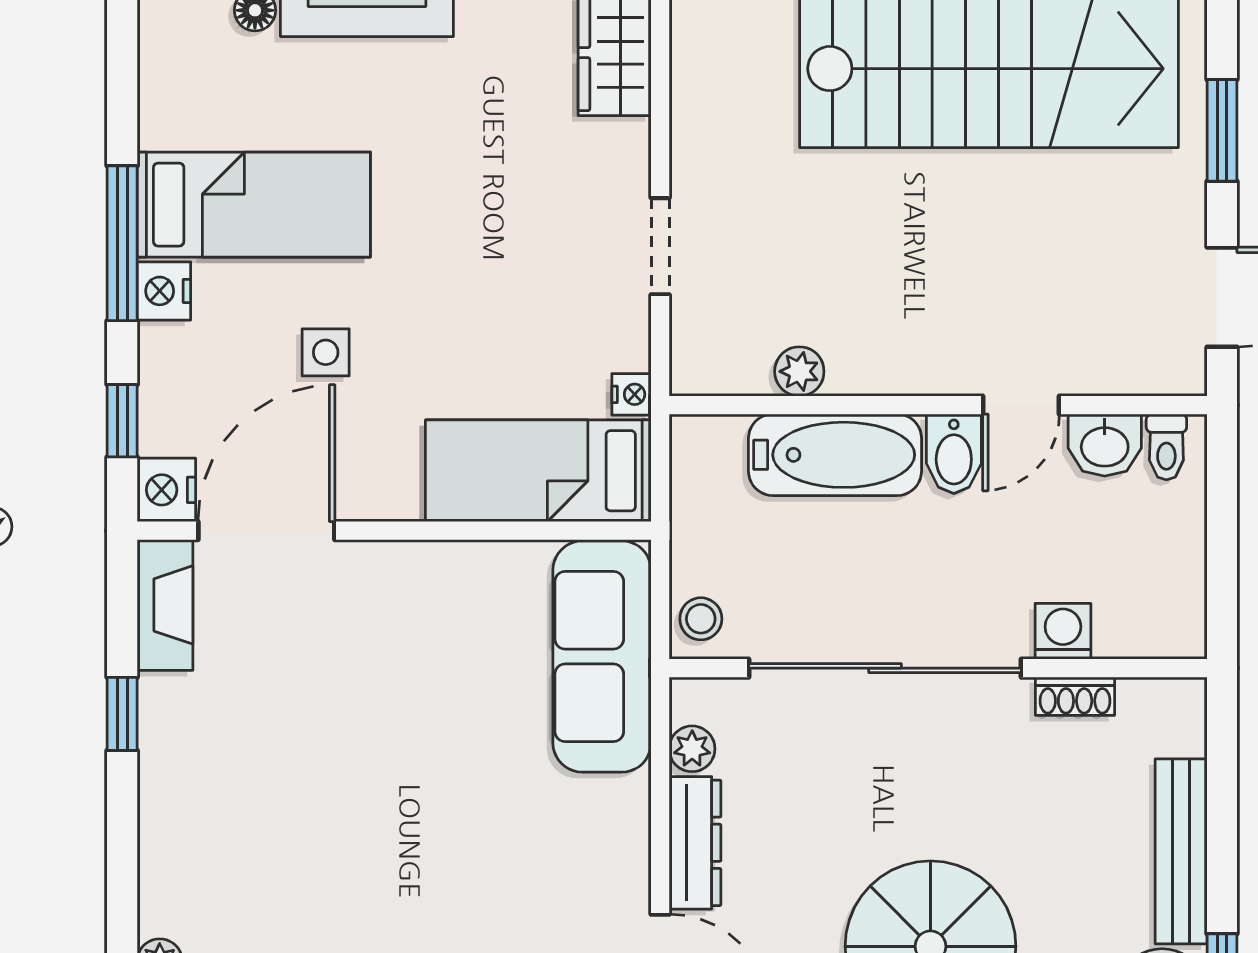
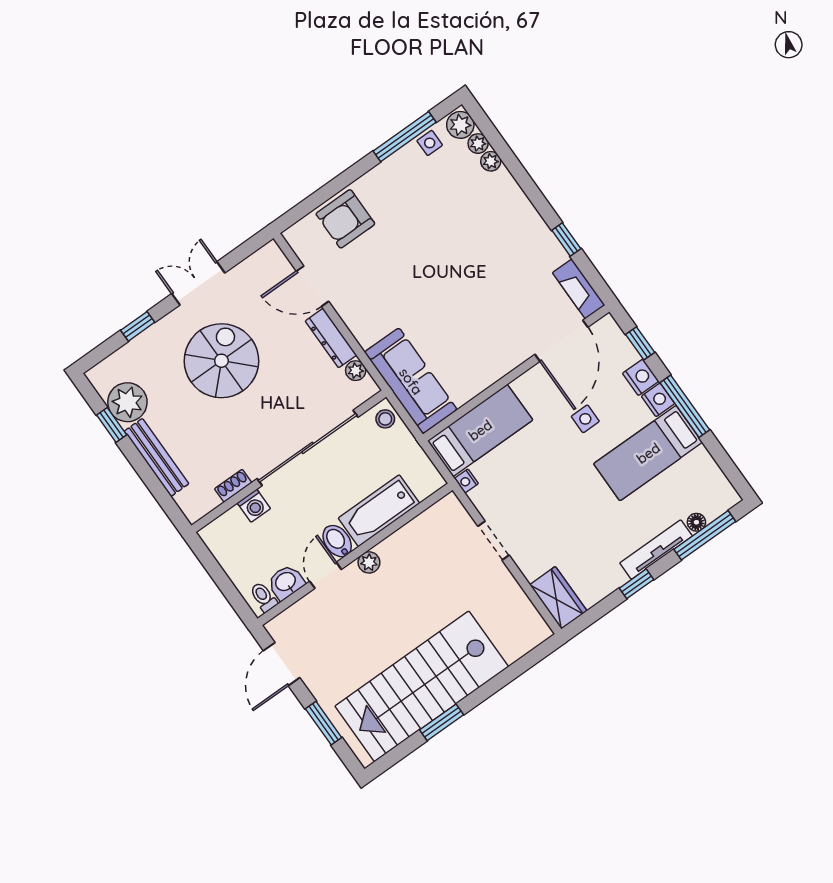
plant: (799, 371) -> (369, 562), moved
nightstand: (166, 490) -> (641, 377), moved

